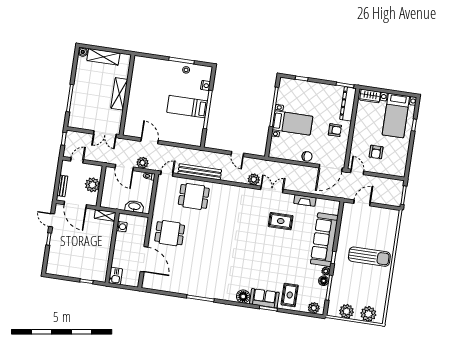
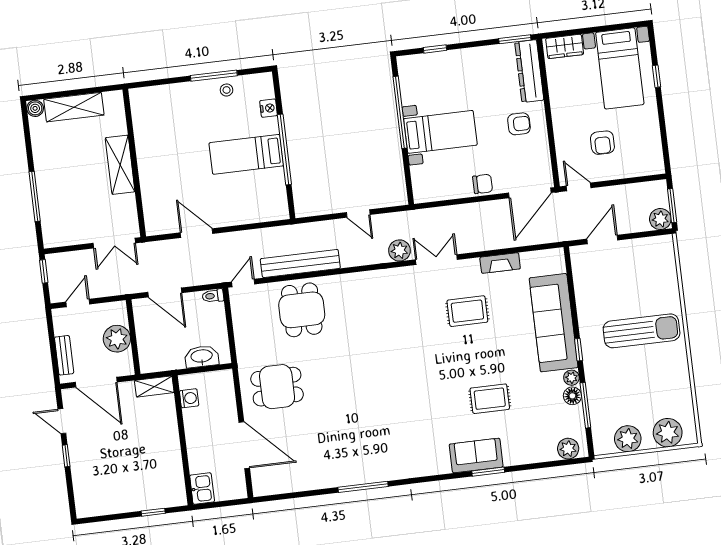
plant: (143, 163) -> (660, 219), moved
dining table: (194, 196) -> (302, 310), turned 90
rug: (290, 295) -> (490, 399), moved, turned 90
floor lamp: (243, 297) -> (438, 463), removed

